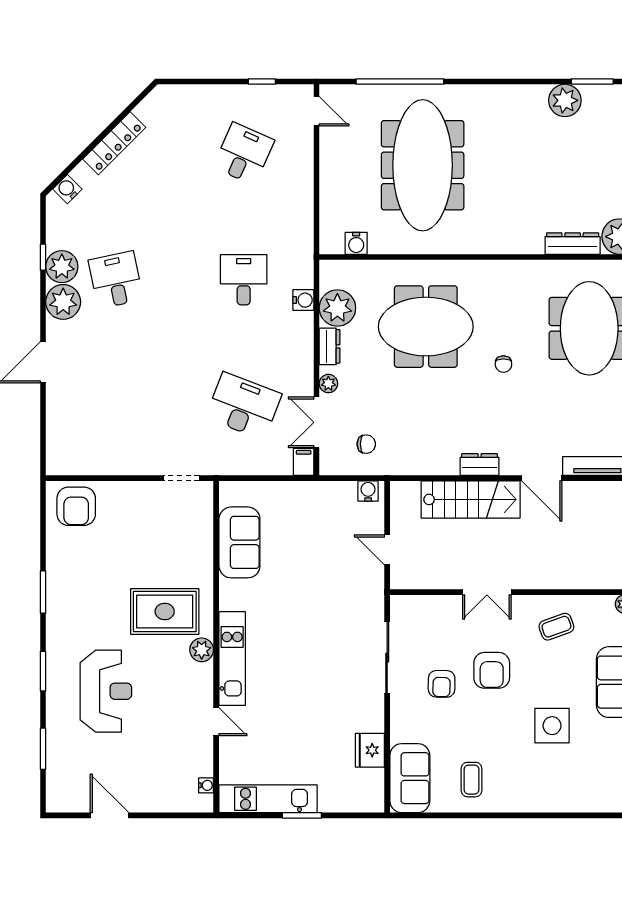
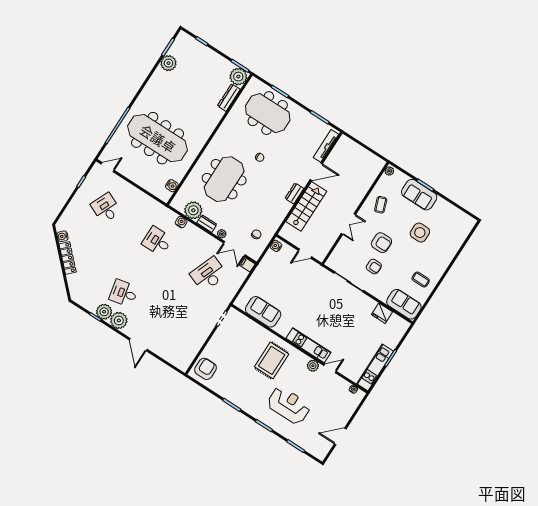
water cooler: (67, 189) -> (63, 236), moved
armchair: (76, 506) -> (206, 369), turned -90
plant: (202, 650) -> (313, 366), moved

